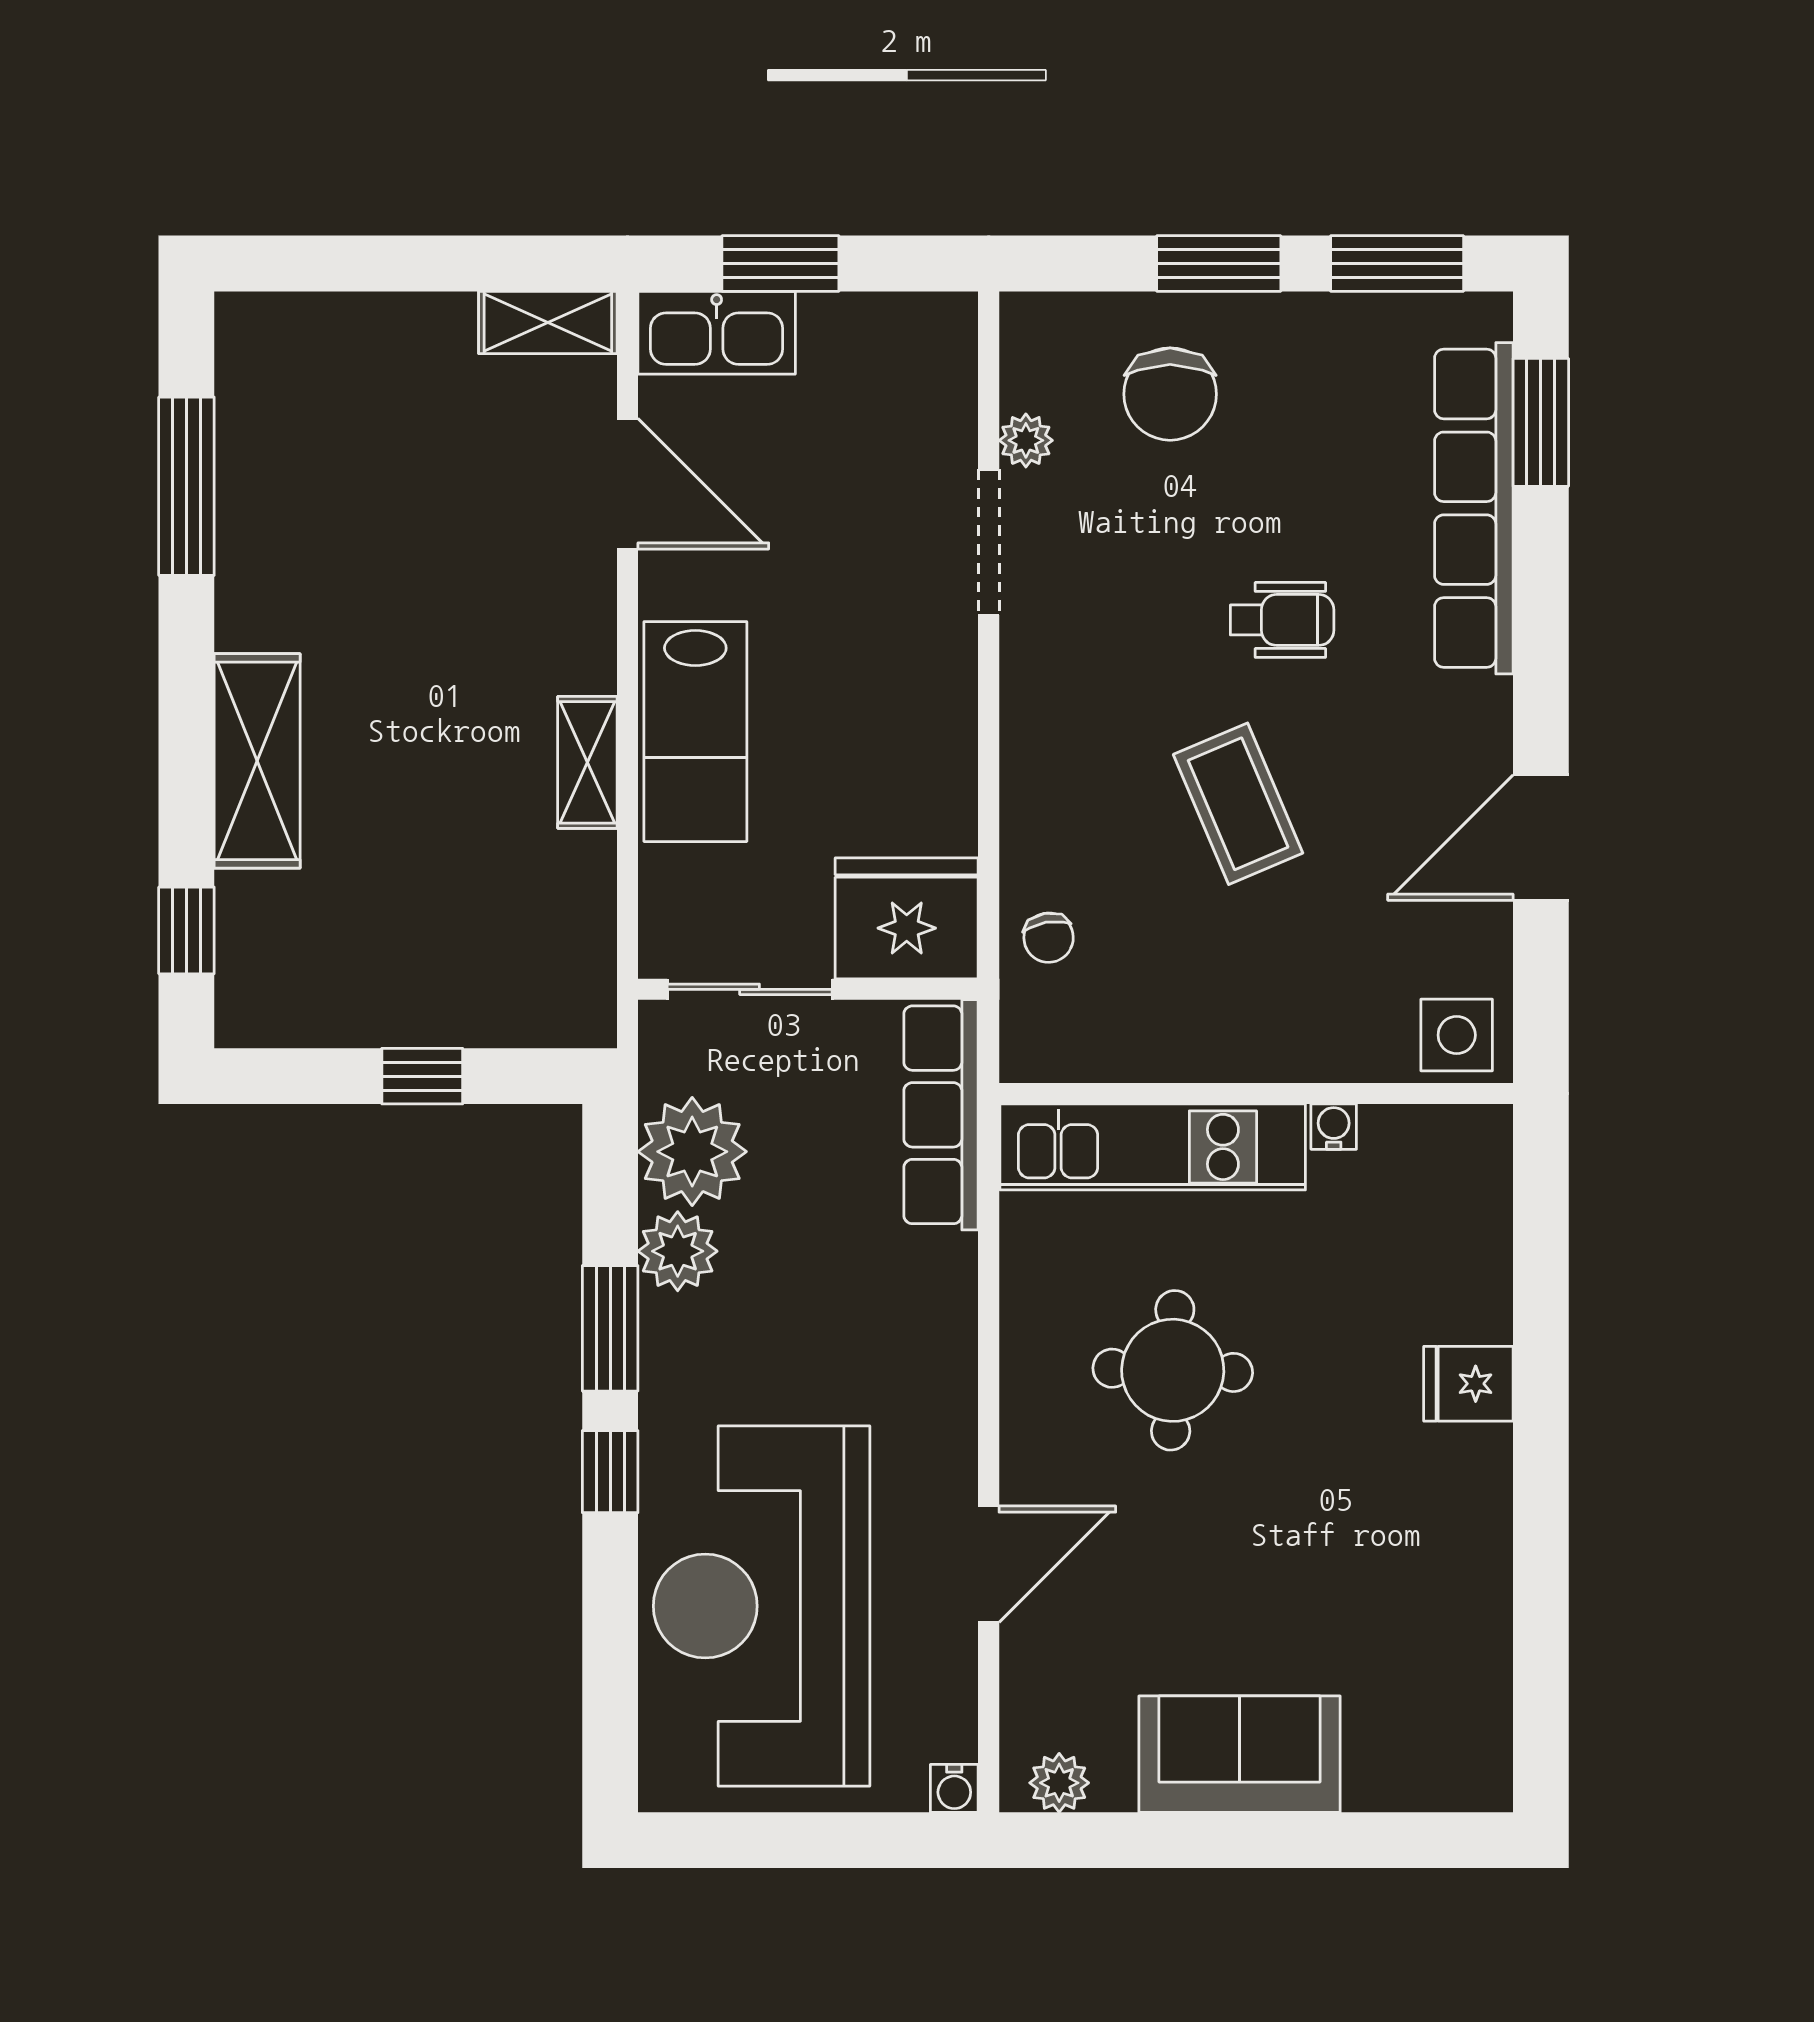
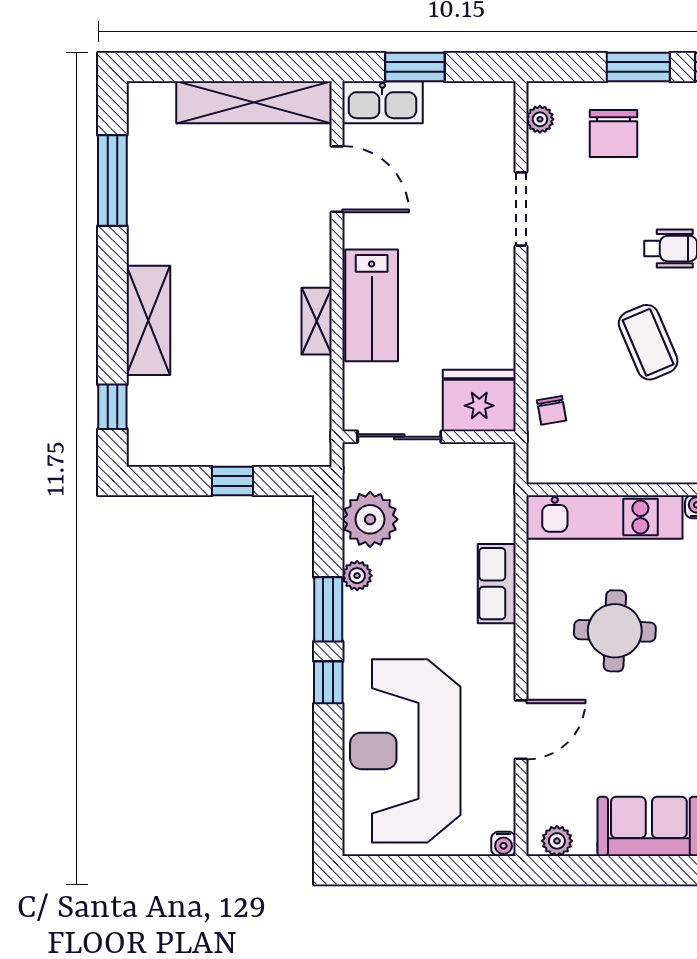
shelving: (548, 322) -> (254, 102), width x2.20, depth x1.33
plant: (1026, 440) -> (540, 119), moved
row of seats: (941, 1115) -> (497, 584), moved, width x0.68
plant: (678, 1251) -> (357, 576), width x0.73, depth x0.73

